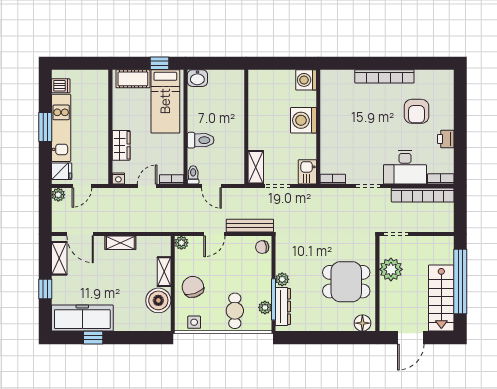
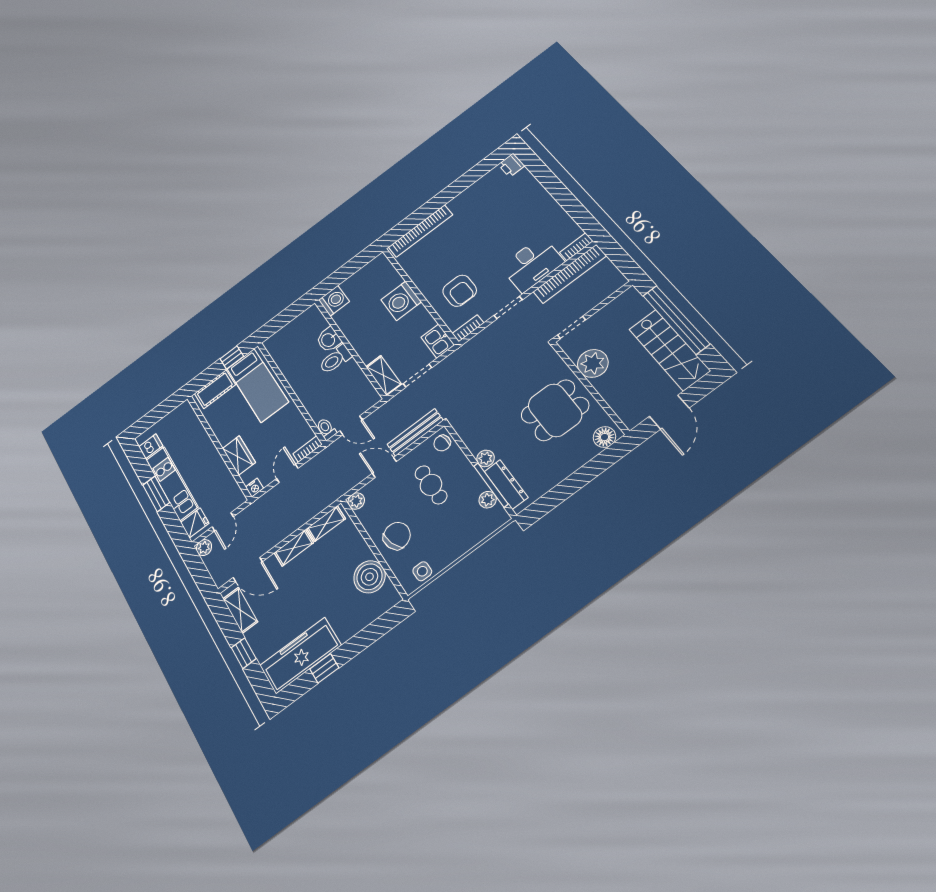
bookcase: (384, 76) -> (420, 231), moved
washbasin: (197, 78) -> (329, 340), moved, turned 90
washing machine: (306, 80) -> (334, 301), moved, turned 180
armchair: (417, 111) -> (460, 291), moved
printer: (446, 139) -> (511, 165), moved
toilet: (201, 140) -> (335, 359), moved, turned 180
door: (214, 234) -> (384, 467), swing flipped
shelving: (164, 272) -> (326, 524), moved, turned 90
chair: (193, 287) -> (397, 536), turned 89
cafe table: (235, 311) -> (431, 485), moved

